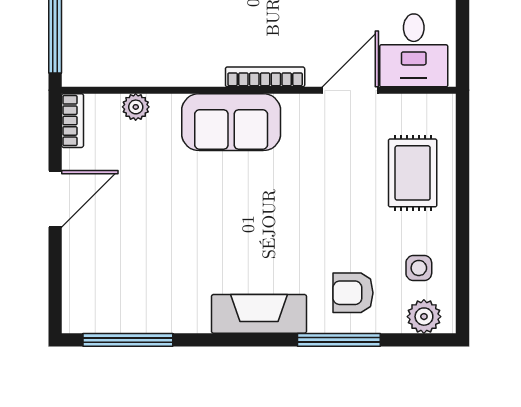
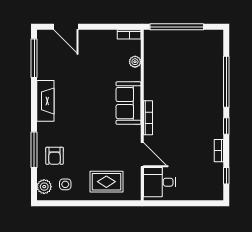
door: (55, 199) -> (66, 27), moved
armchair: (353, 293) -> (55, 156), turned 180
fireplace: (259, 314) -> (45, 101), moved

